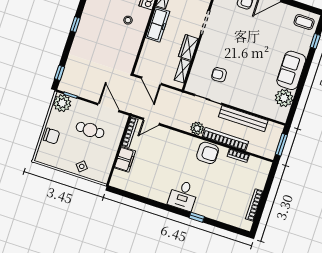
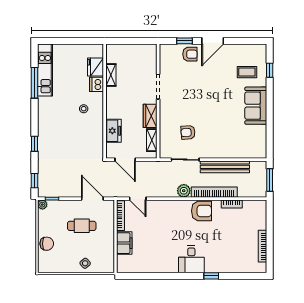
coffee table: (304, 22) -> (247, 72), moved
window: (75, 24) -> (34, 144), moved
freezer: (158, 25) -> (113, 131), moved, width x0.71
plant: (284, 98) -> (258, 134), removed
plant: (62, 103) -> (42, 205), width x0.53, depth x0.53
door: (151, 122) -> (138, 199), hinge flipped

